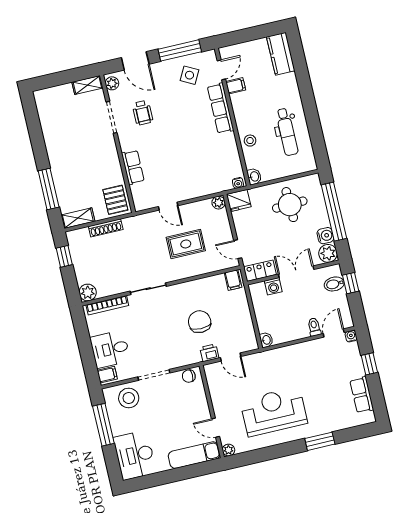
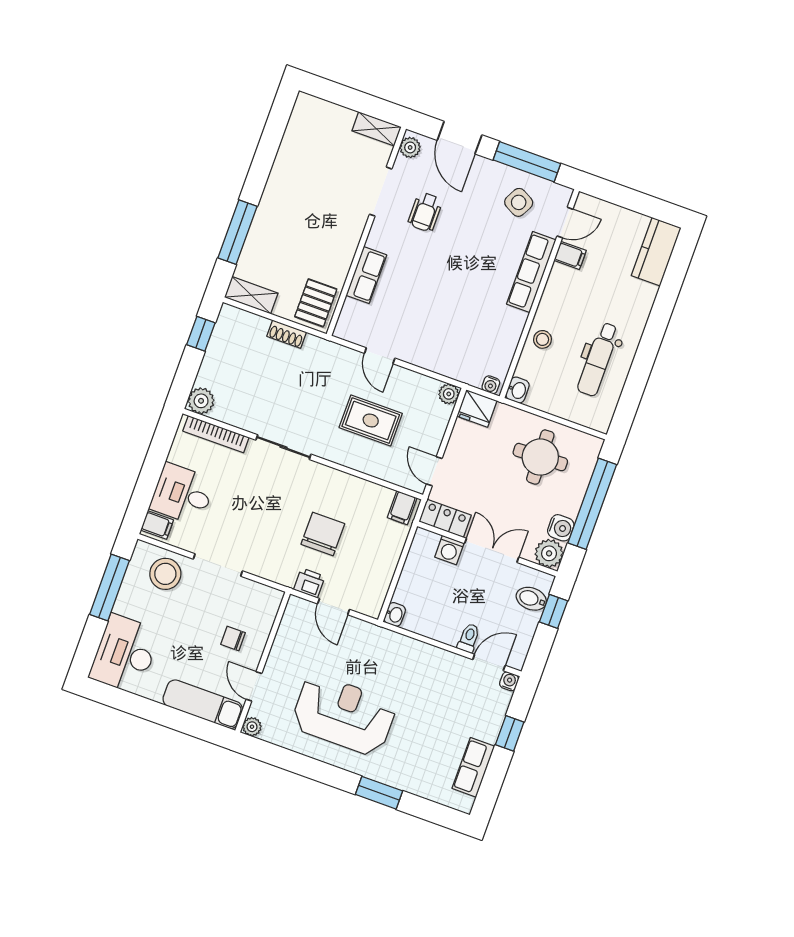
shoe rack: (106, 228) -> (287, 334), width x0.70
chair: (189, 376) -> (233, 639), moved

